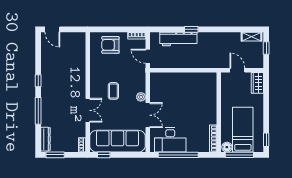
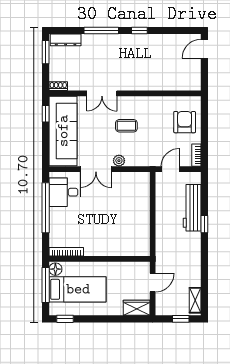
desk: (170, 140) -> (65, 192), width x0.73

